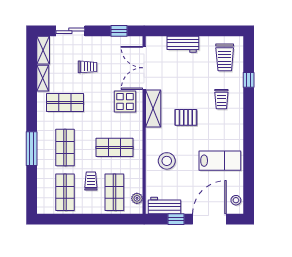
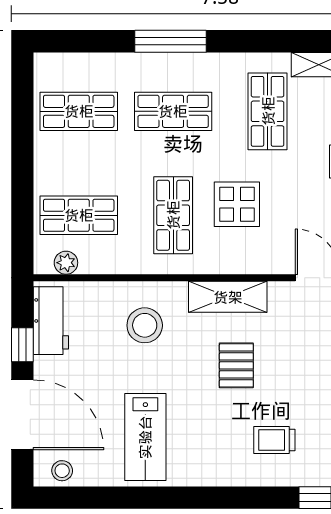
display table: (125, 101) -> (237, 204), moved
shelving: (153, 108) -> (228, 297), moved
trolley: (91, 181) -> (103, 166), removed

